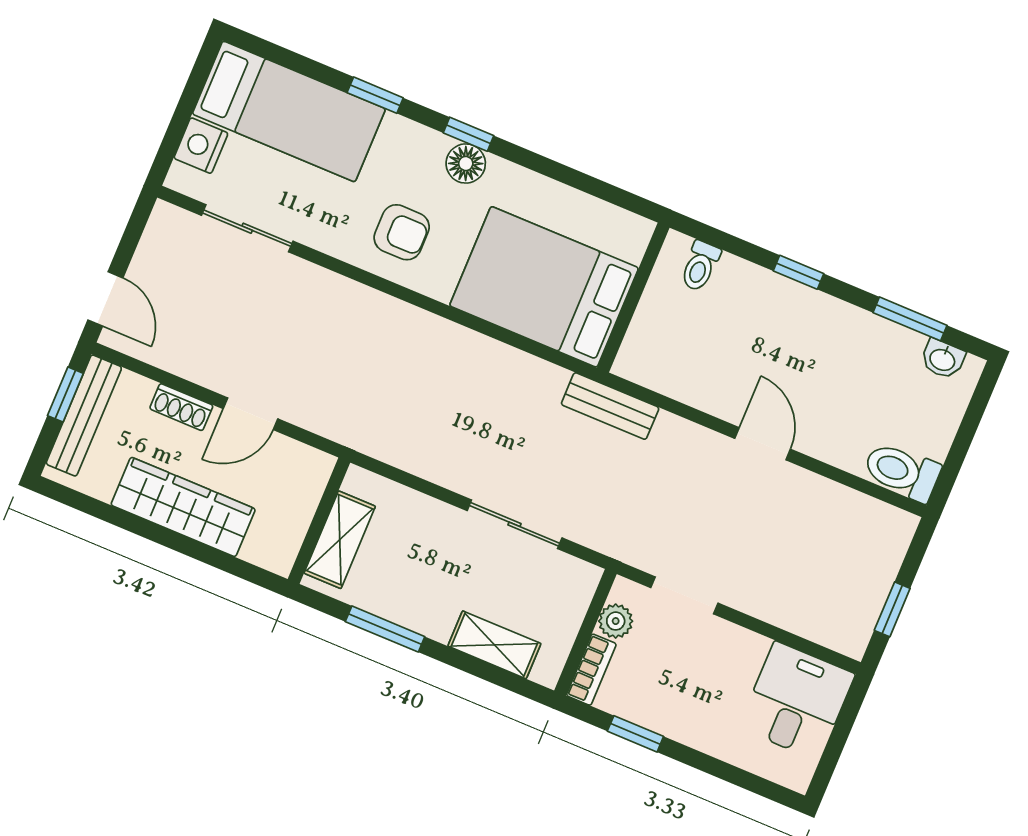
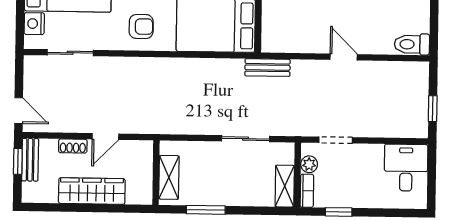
bench: (84, 415) -> (30, 160), width x0.73
shelving: (494, 645) -> (285, 186), moved, turned 90

